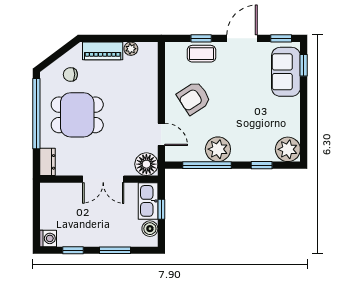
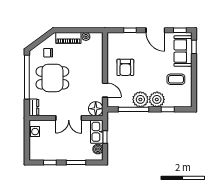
door: (242, 38) -> (155, 30), swing flipped
coffee table: (202, 54) -> (176, 79), moved
armchair: (194, 98) -> (125, 67), turned -57
plant: (288, 149) -> (157, 99), moved
washing machine: (48, 238) -> (34, 132), moved

